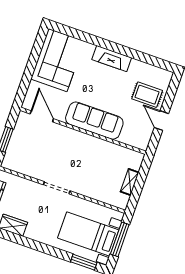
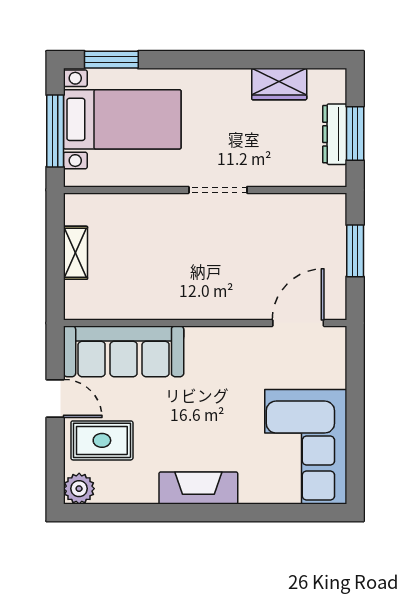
plant: (165, 77) -> (79, 489), added
door: (42, 116) -> (298, 323), swing flipped
sofa: (94, 121) -> (124, 351), moved

